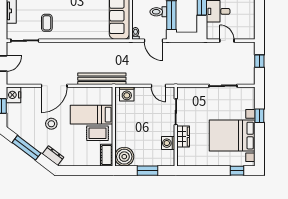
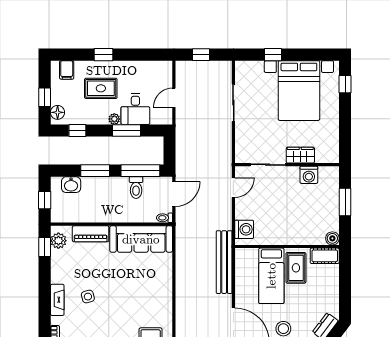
boiler: (124, 157) -> (332, 238), width x0.54, depth x0.54

